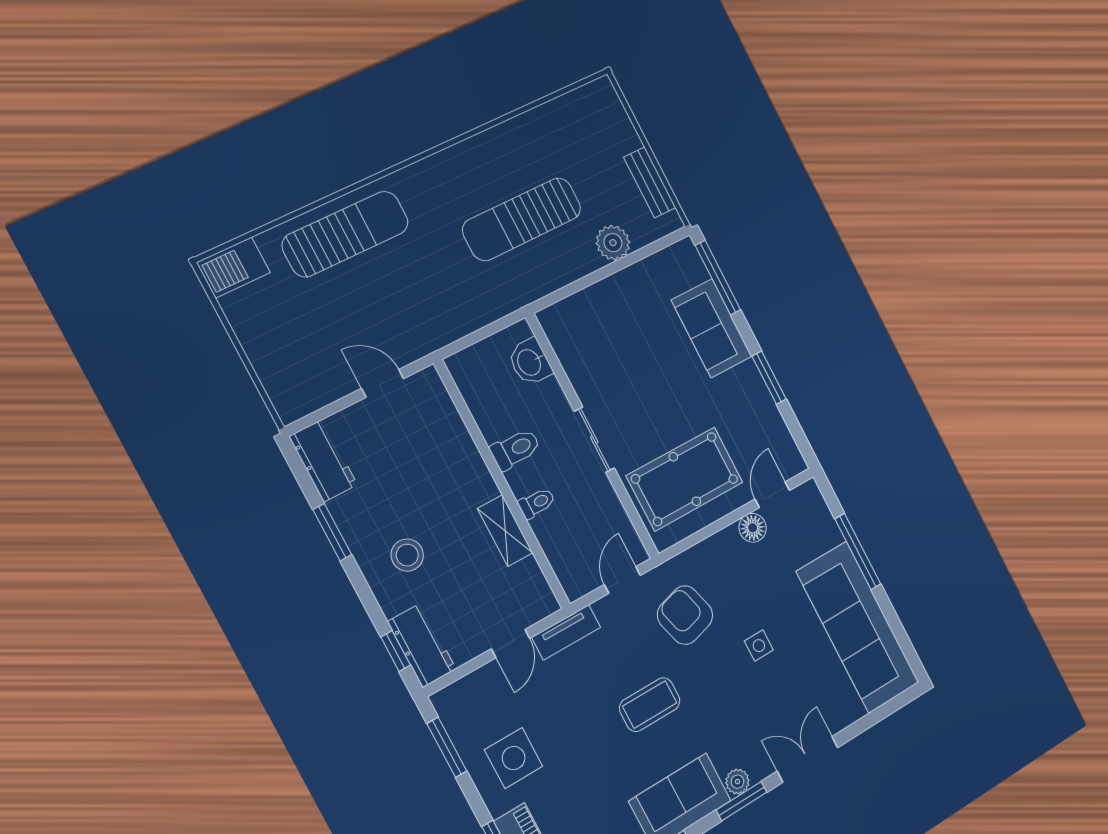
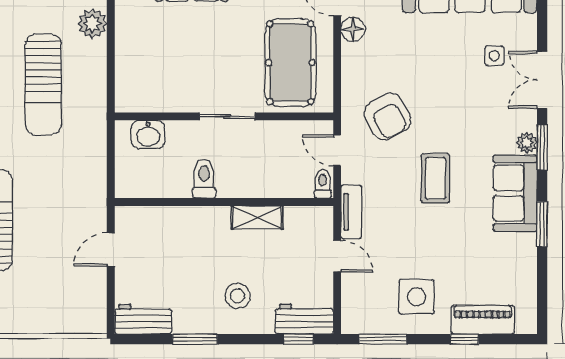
toilet: (537, 503) -> (323, 184), moved
armchair: (685, 615) -> (387, 117), turned -103
side table: (759, 646) -> (494, 56), moved

